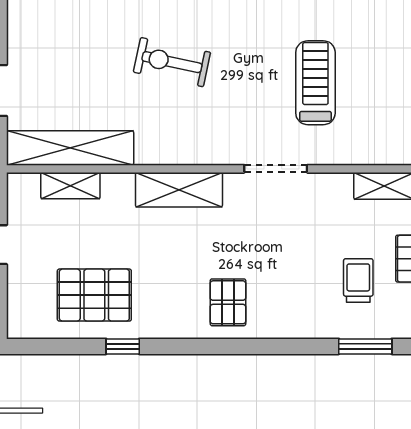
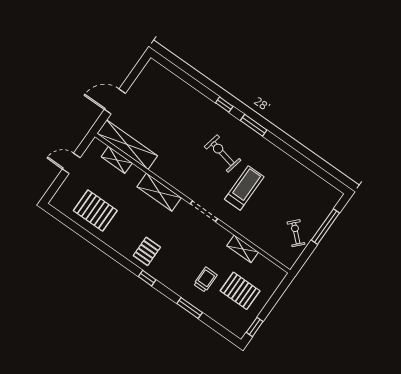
exercise bike: (172, 62) -> (223, 153), moved
window: (123, 346) -> (147, 278), moved

